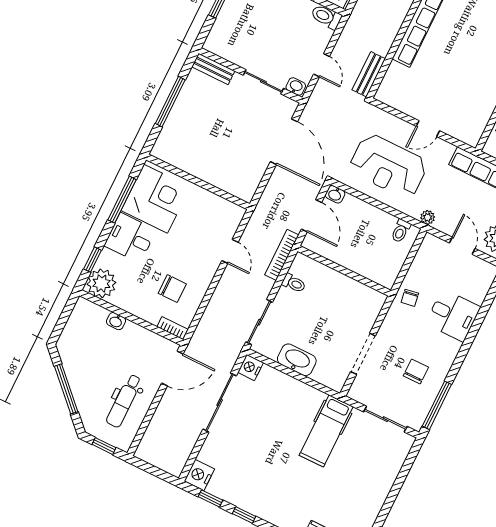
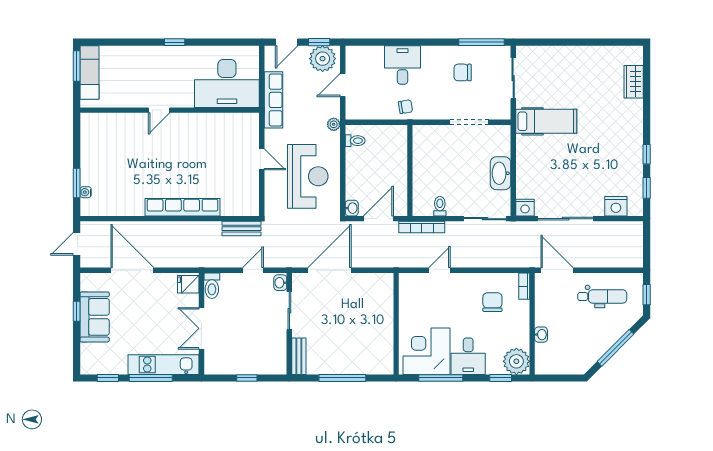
nightstand: (199, 475) -> (616, 206), moved

